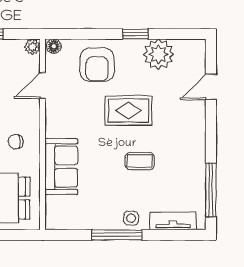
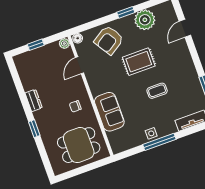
armchair: (97, 65) -> (109, 40), turned 57
side table: (131, 218) -> (151, 133), moved

